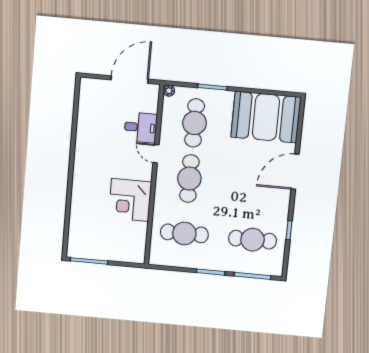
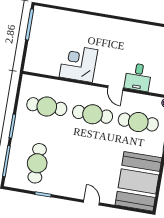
door: (156, 154) -> (115, 88), swing flipped
door: (295, 172) -> (91, 203), width x0.53
cafe table: (184, 233) -> (47, 107), turned 90

